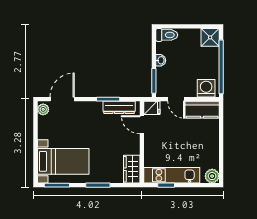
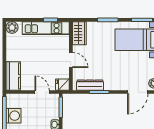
washing machine: (206, 88) -> (13, 116), moved, turned -90
kitchen counter: (202, 110) -> (13, 76), moved, turned 90
door: (142, 125) -> (71, 60), moved

